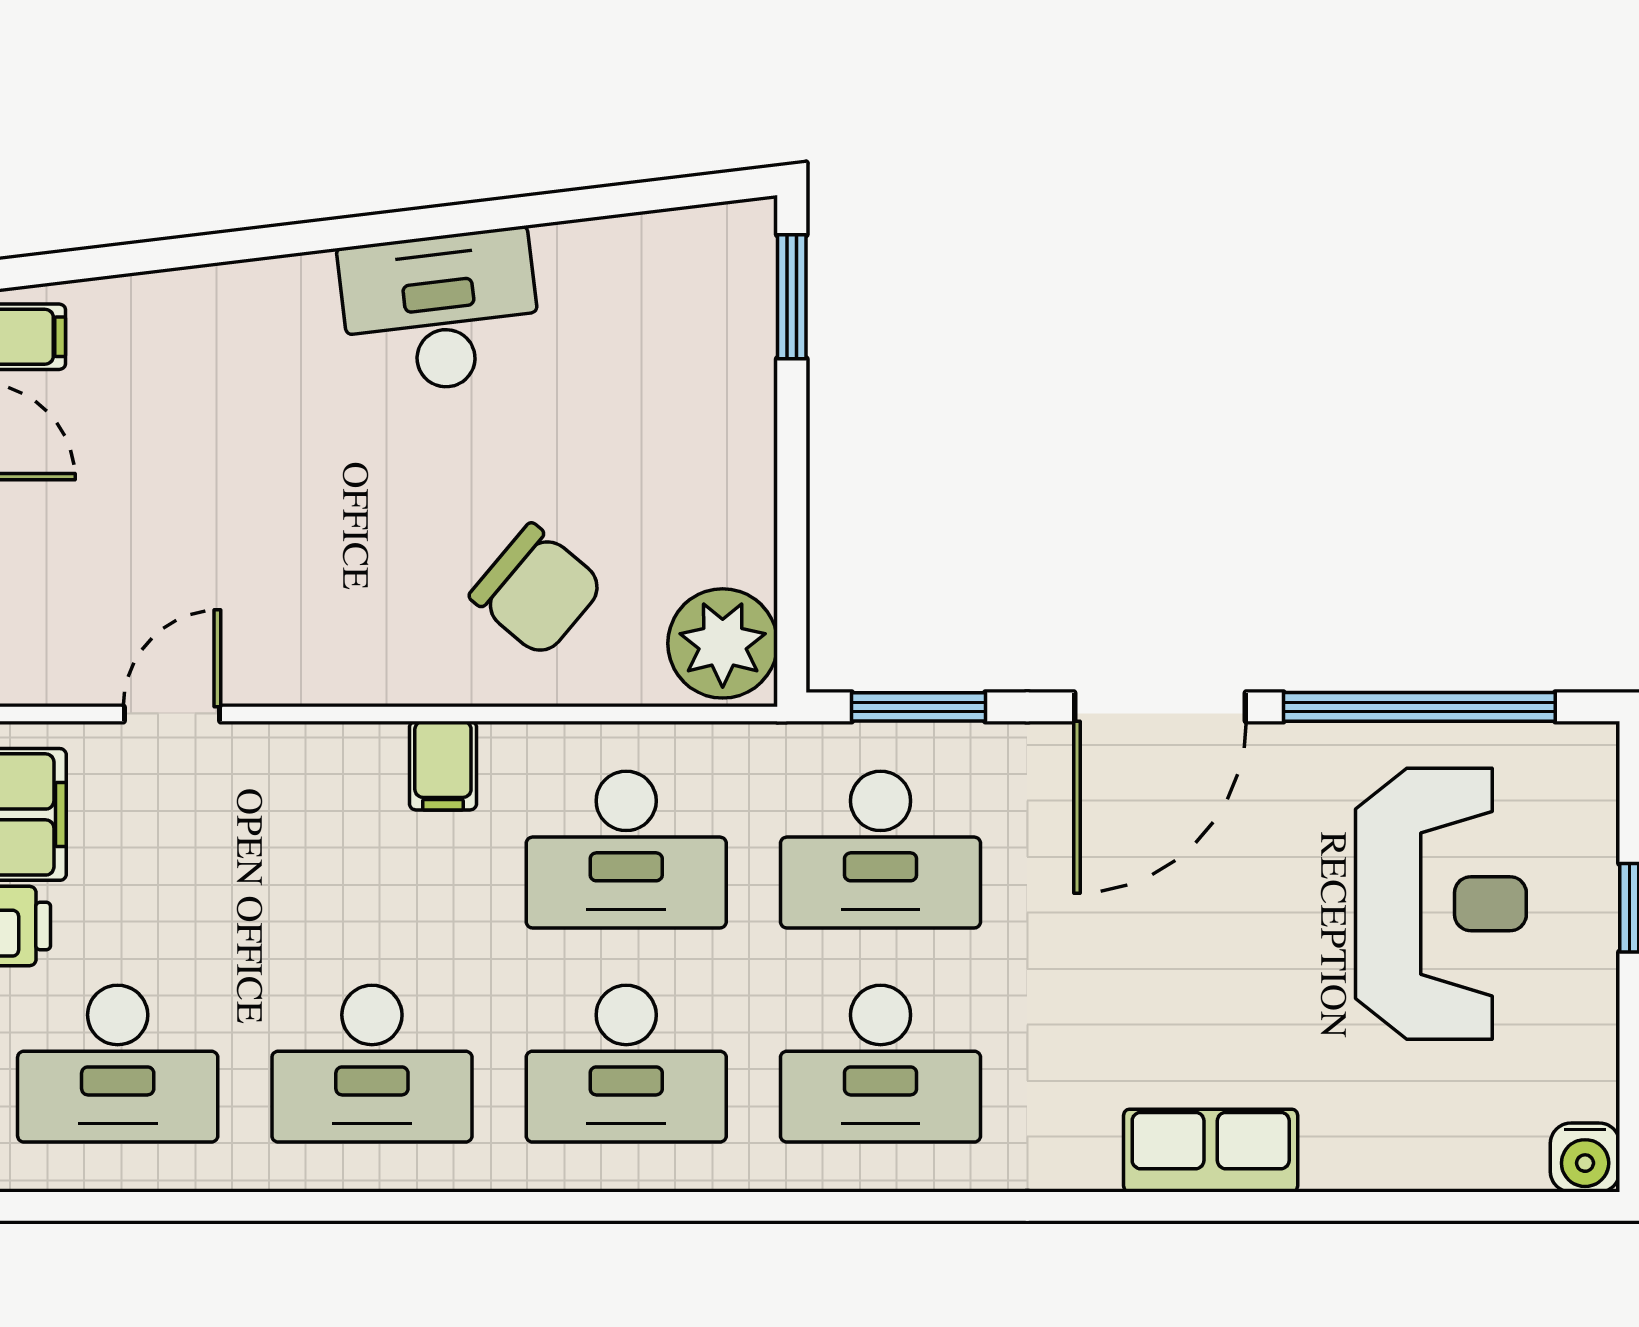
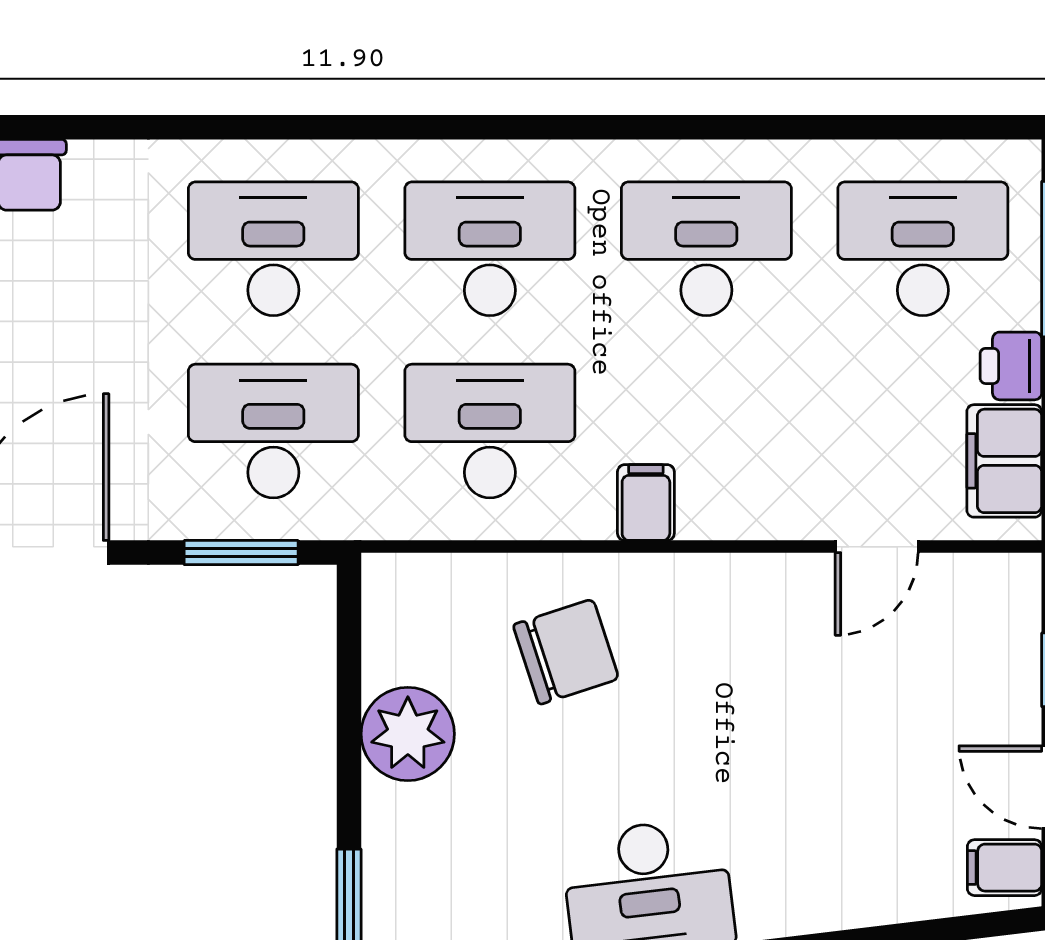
chair: (537, 590) -> (566, 652), turned 122
plant: (723, 643) -> (408, 734), moved

